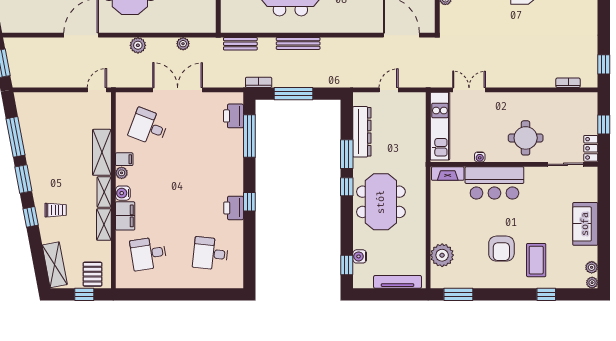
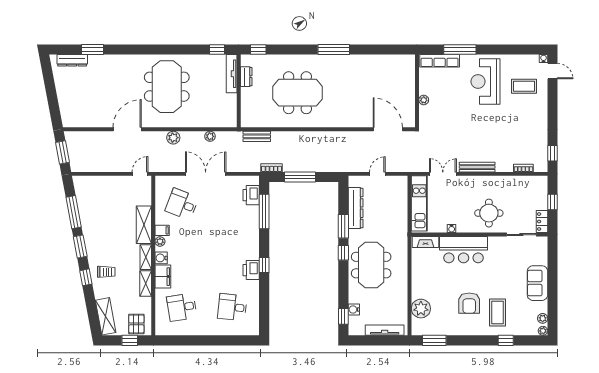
bench: (298, 43) -> (477, 167), moved

